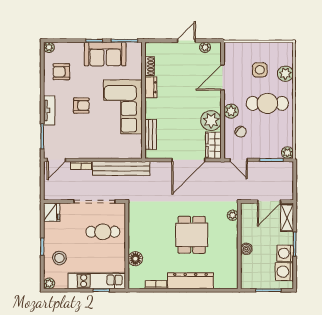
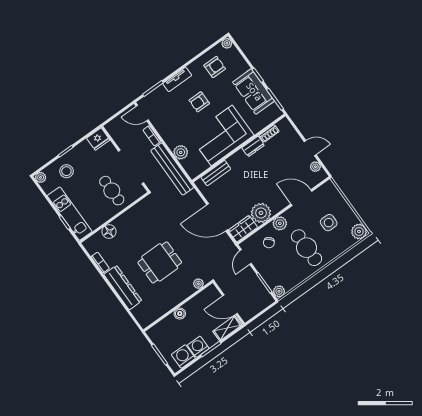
armchair: (61, 72) -> (215, 67), turned 90
plant: (285, 74) -> (359, 232), moved
armchair: (81, 106) -> (199, 102), turned 90
plant: (112, 151) -> (181, 152), added

